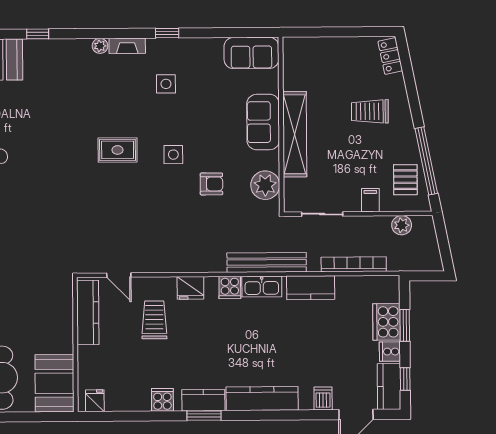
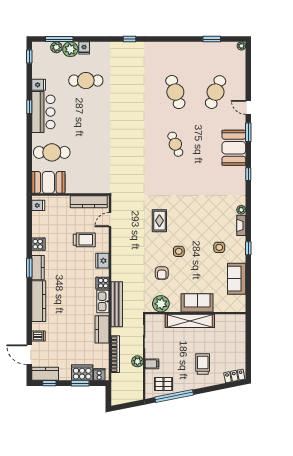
sofa: (251, 53) -> (237, 279), moved
rug: (118, 150) -> (159, 221), moved
plant: (402, 225) -> (137, 361), moved
cooker: (390, 352) -> (99, 374), moved

